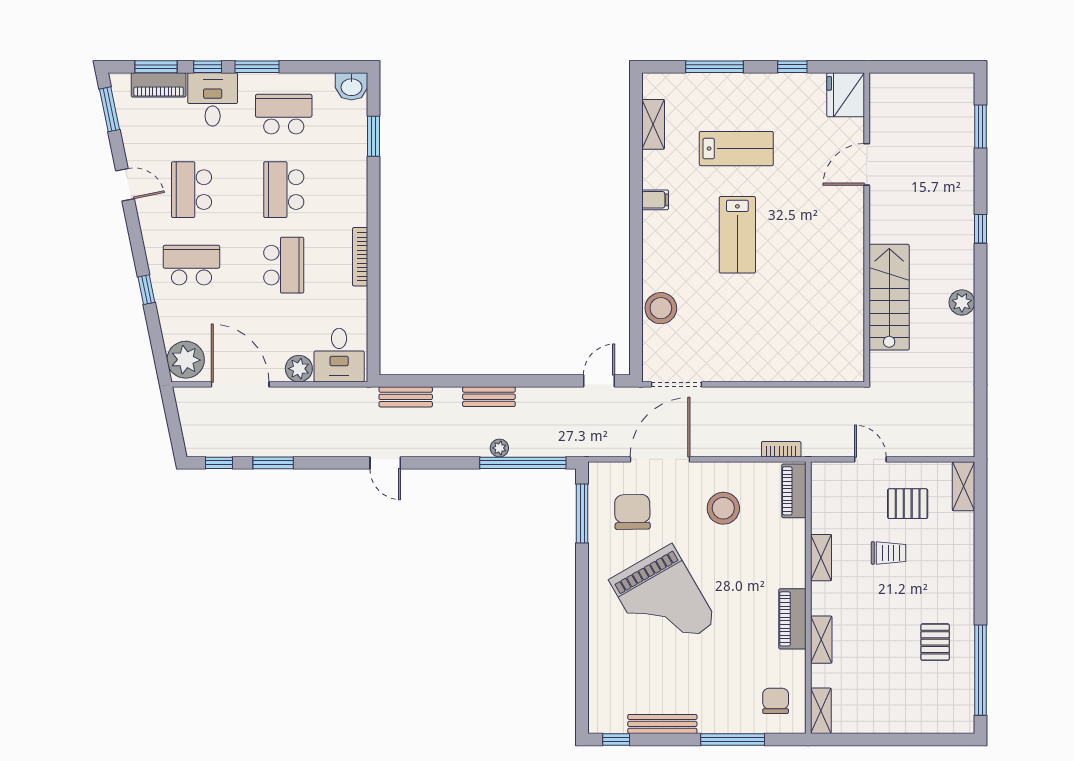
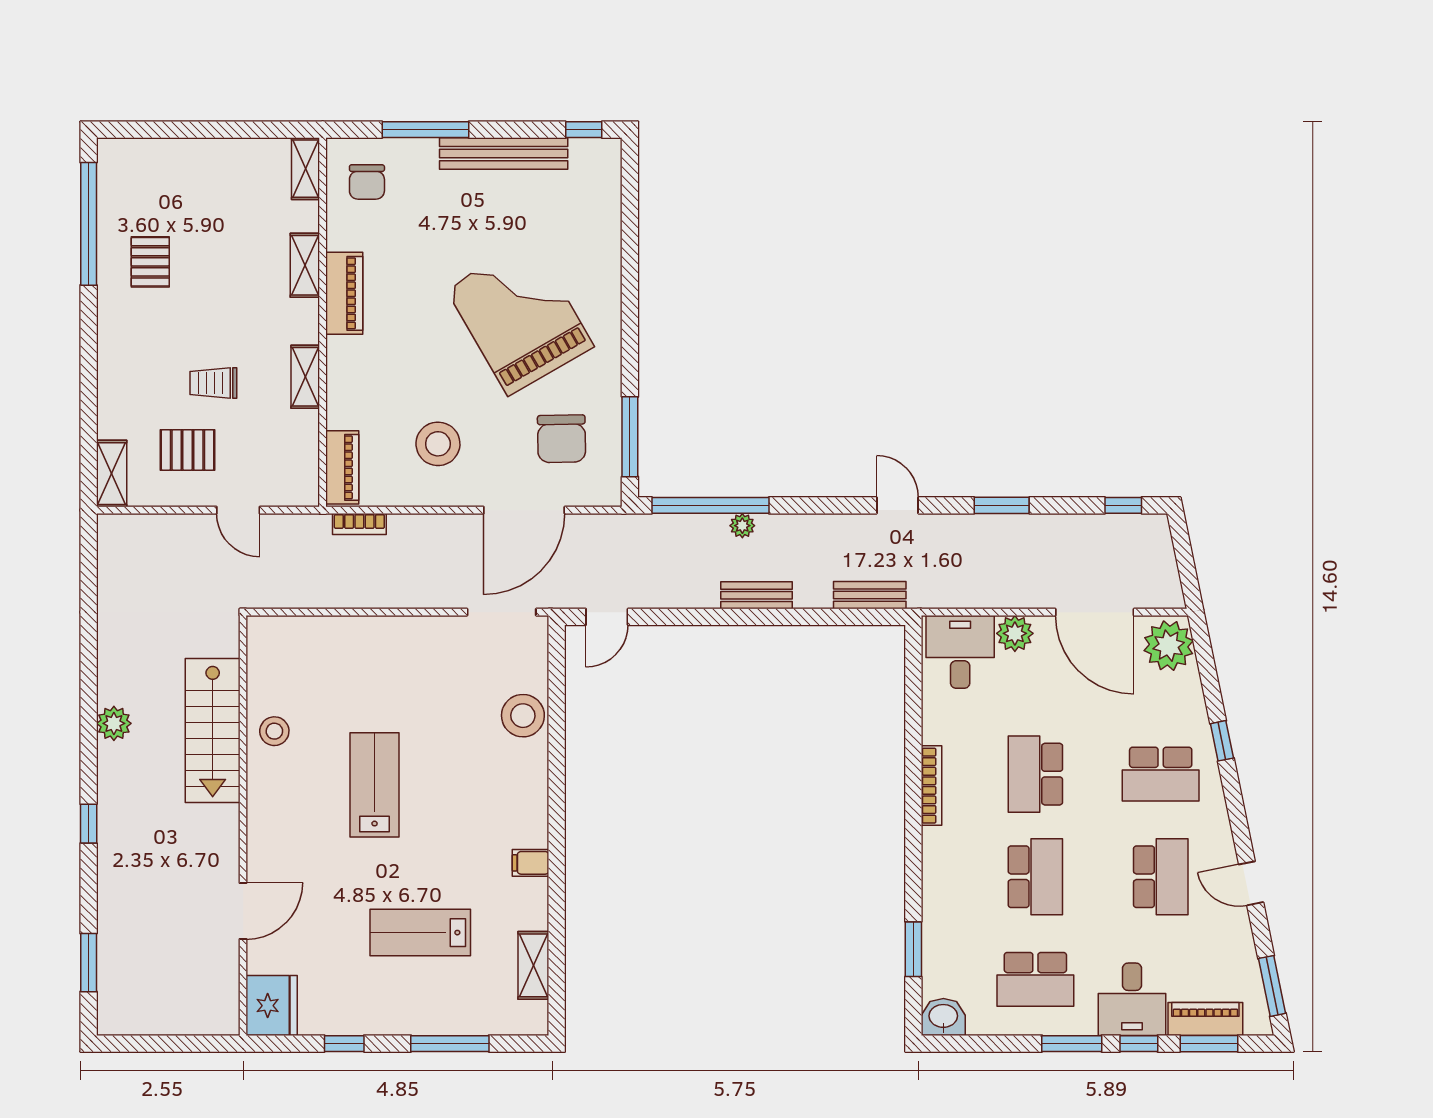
lab bench: (737, 235) -> (375, 785), moved
stool: (844, 297) -> (274, 731), added
window: (273, 463) -> (1002, 505), moved
bench: (662, 724) -> (504, 154), width x1.37, depth x1.21

